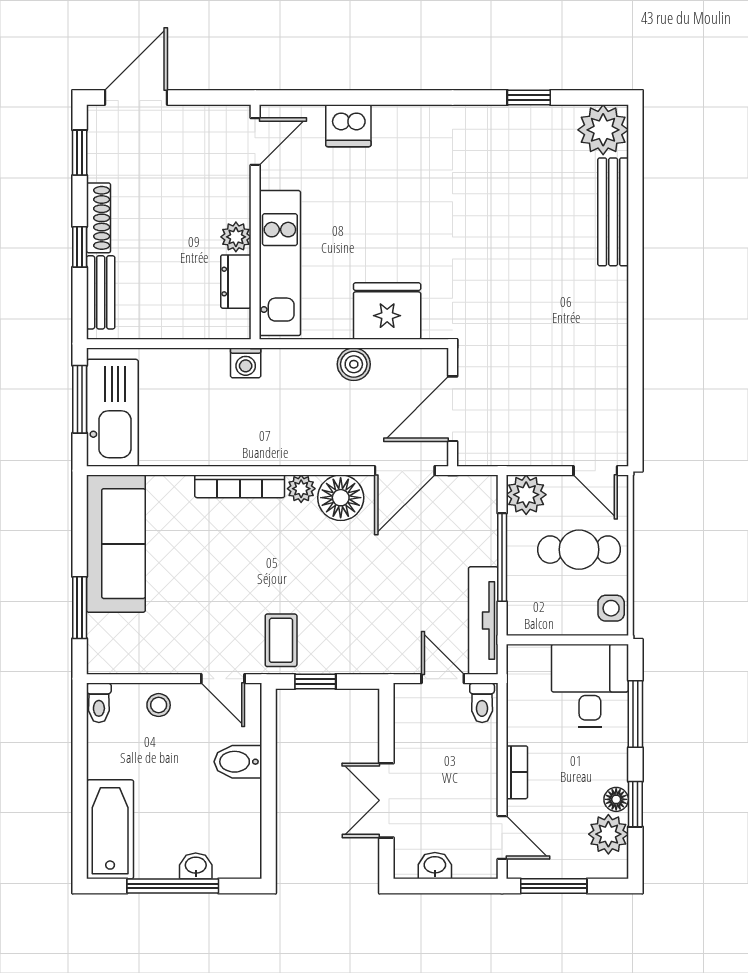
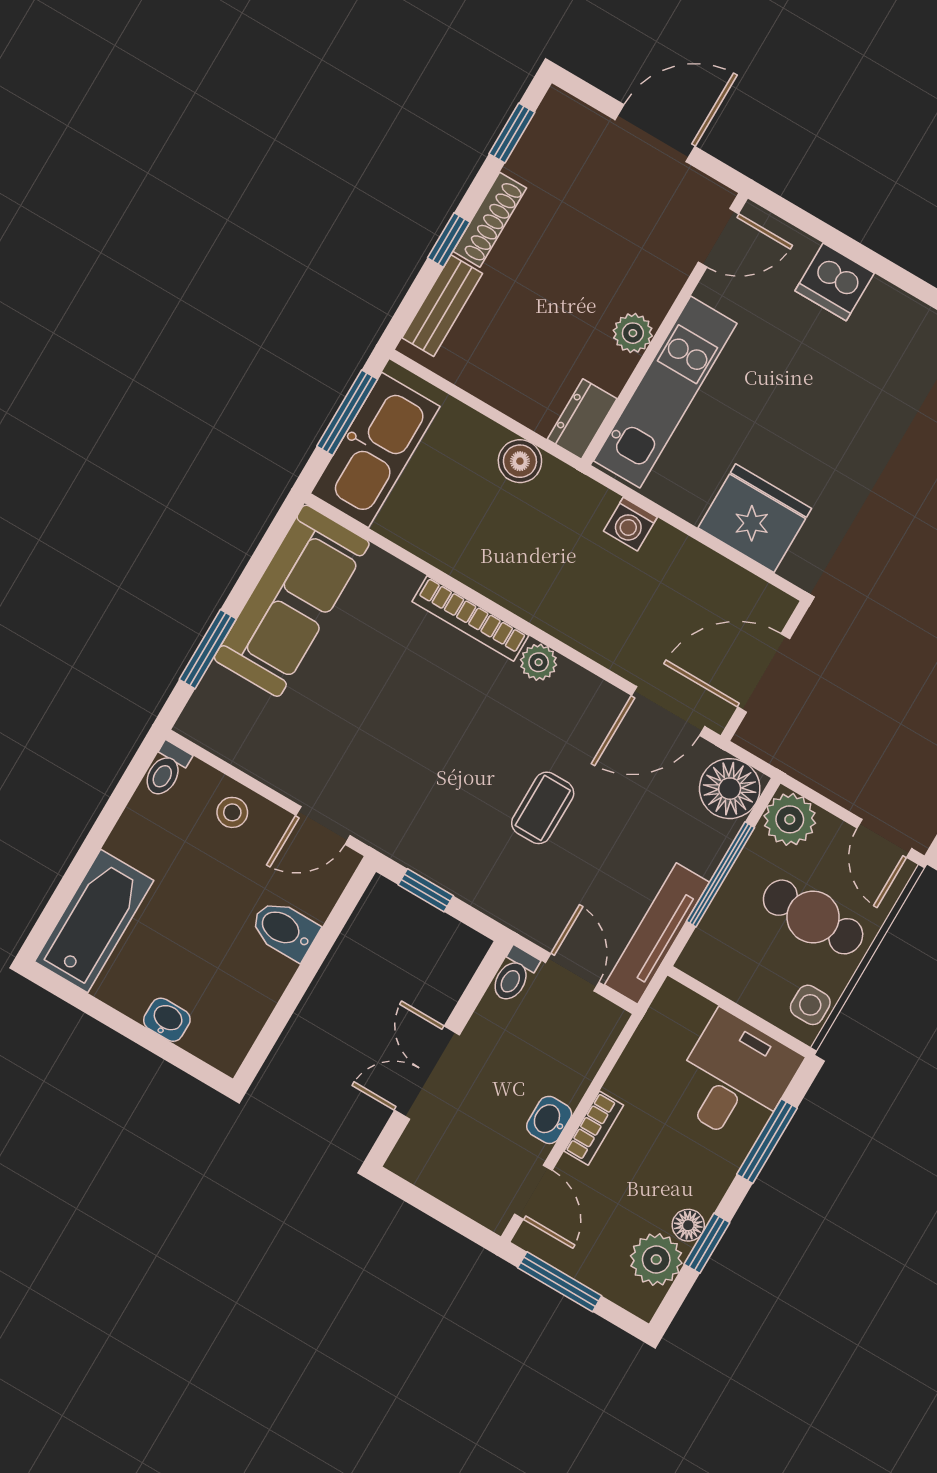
door: (136, 98) -> (655, 133), moved
dresser: (236, 282) -> (582, 419), moved
washing machine: (246, 363) -> (630, 524), moved
boiler: (354, 364) -> (520, 461), moved
floor lamp: (341, 498) -> (730, 789), moved
coffee table: (281, 640) -> (543, 808), moved
door: (223, 679) -> (323, 825), hinge flipped
toilet: (482, 703) -> (514, 975), moved
washbasin: (435, 866) -> (549, 1120), moved, turned -90
window: (173, 886) -> (127, 1027), removed

